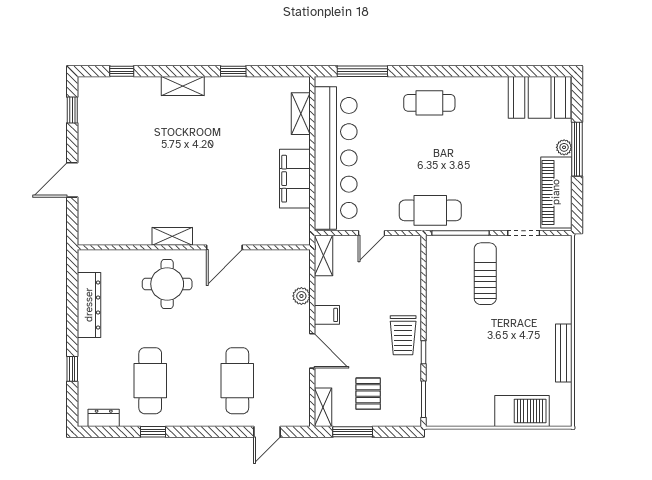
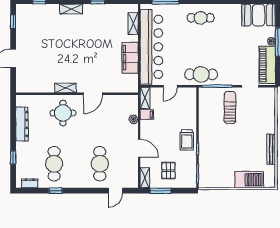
filing cabinet: (327, 315) -> (147, 114), moved

